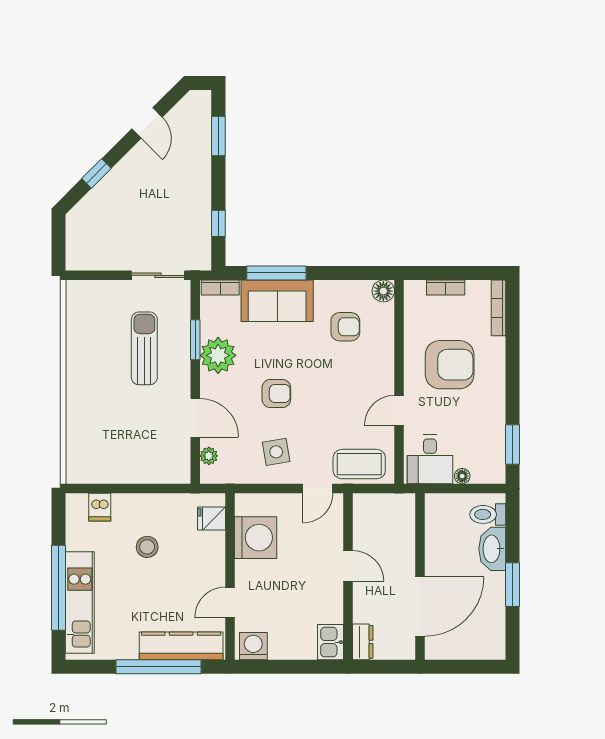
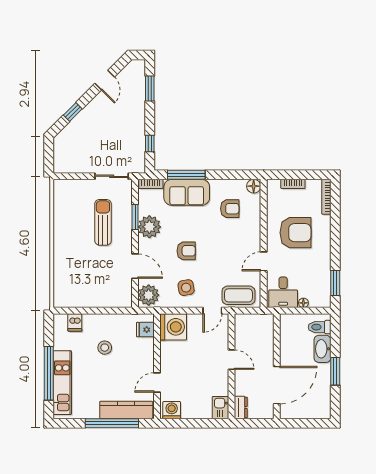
plant: (209, 456) -> (149, 295), width x1.87, depth x1.87
washing machine: (256, 538) -> (173, 327), moved

